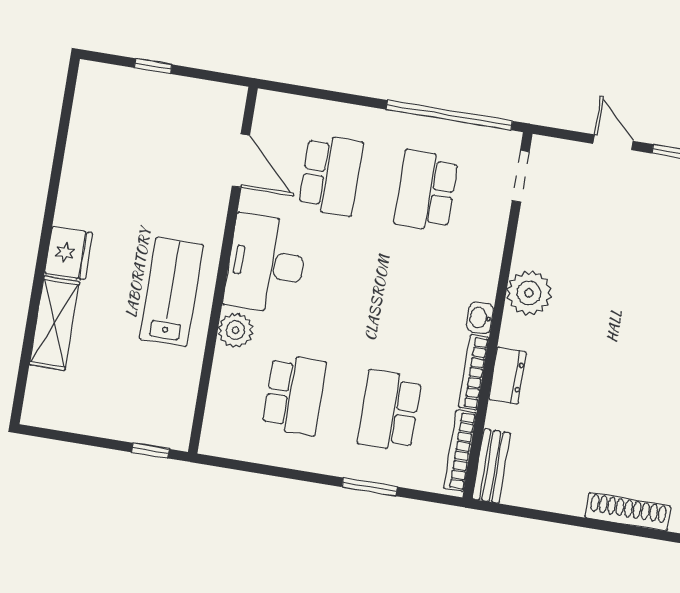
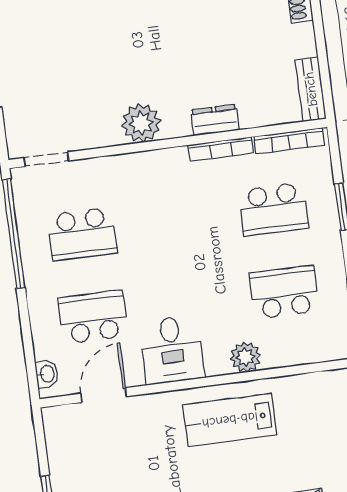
desk: (266, 264) -> (172, 350), width x0.73
washbasin: (480, 318) -> (47, 374), moved, turned -90
bench: (491, 466) -> (311, 89), moved, turned 90

